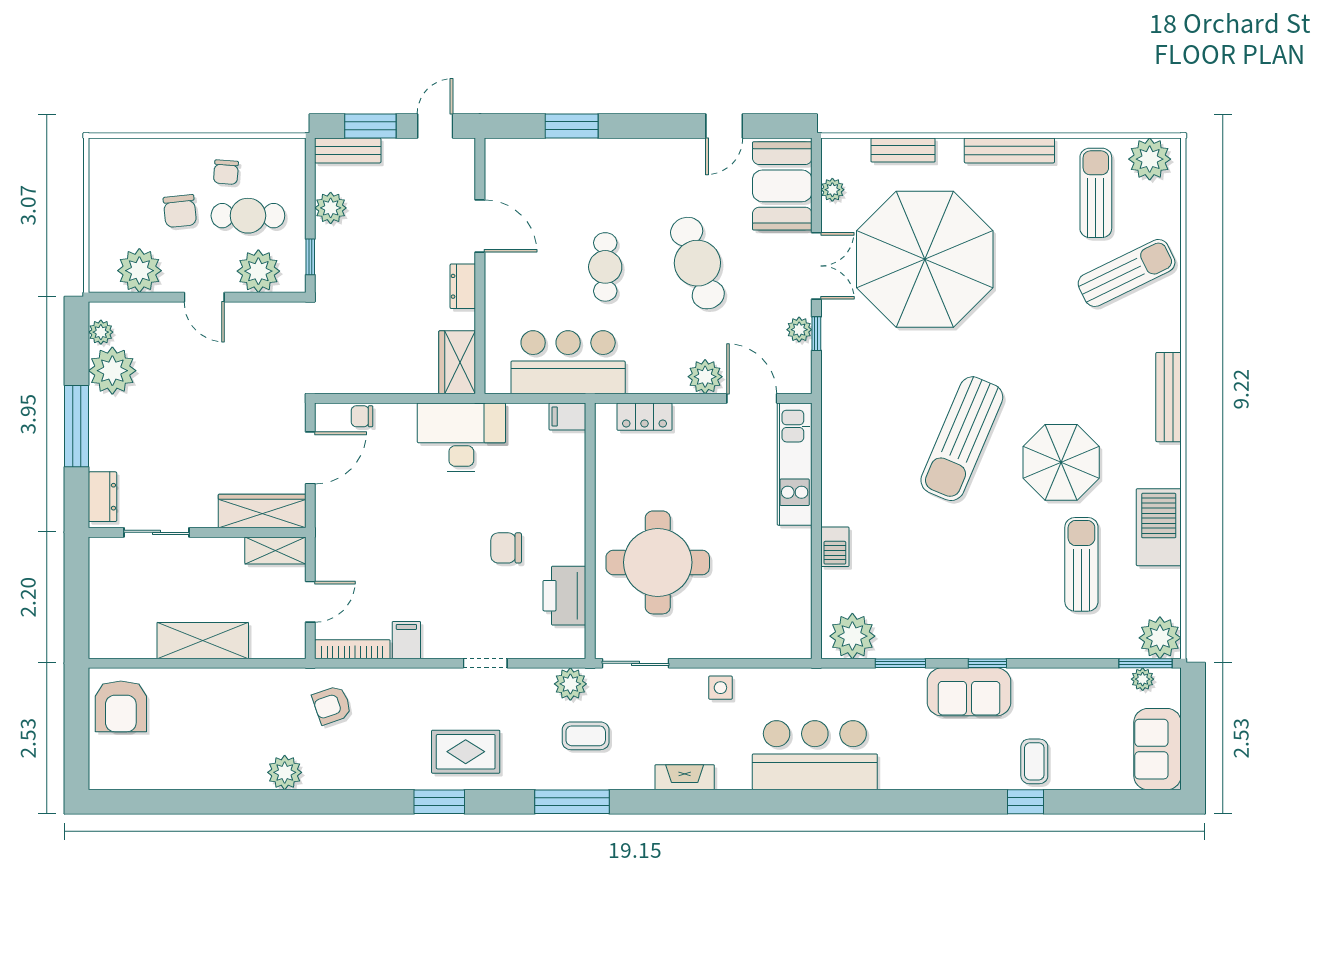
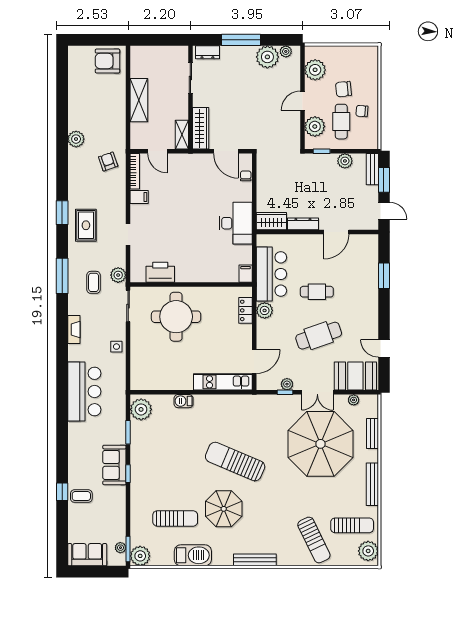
dresser: (463, 286) -> (303, 224), width x1.44
plant: (705, 377) -> (265, 310), moved
chair: (506, 548) -> (183, 244), removed

